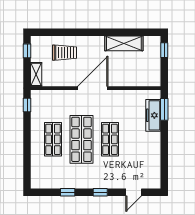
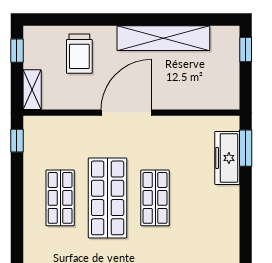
shelving: (124, 43) -> (163, 38), width x1.47
trolley: (65, 53) -> (79, 54), turned 90

